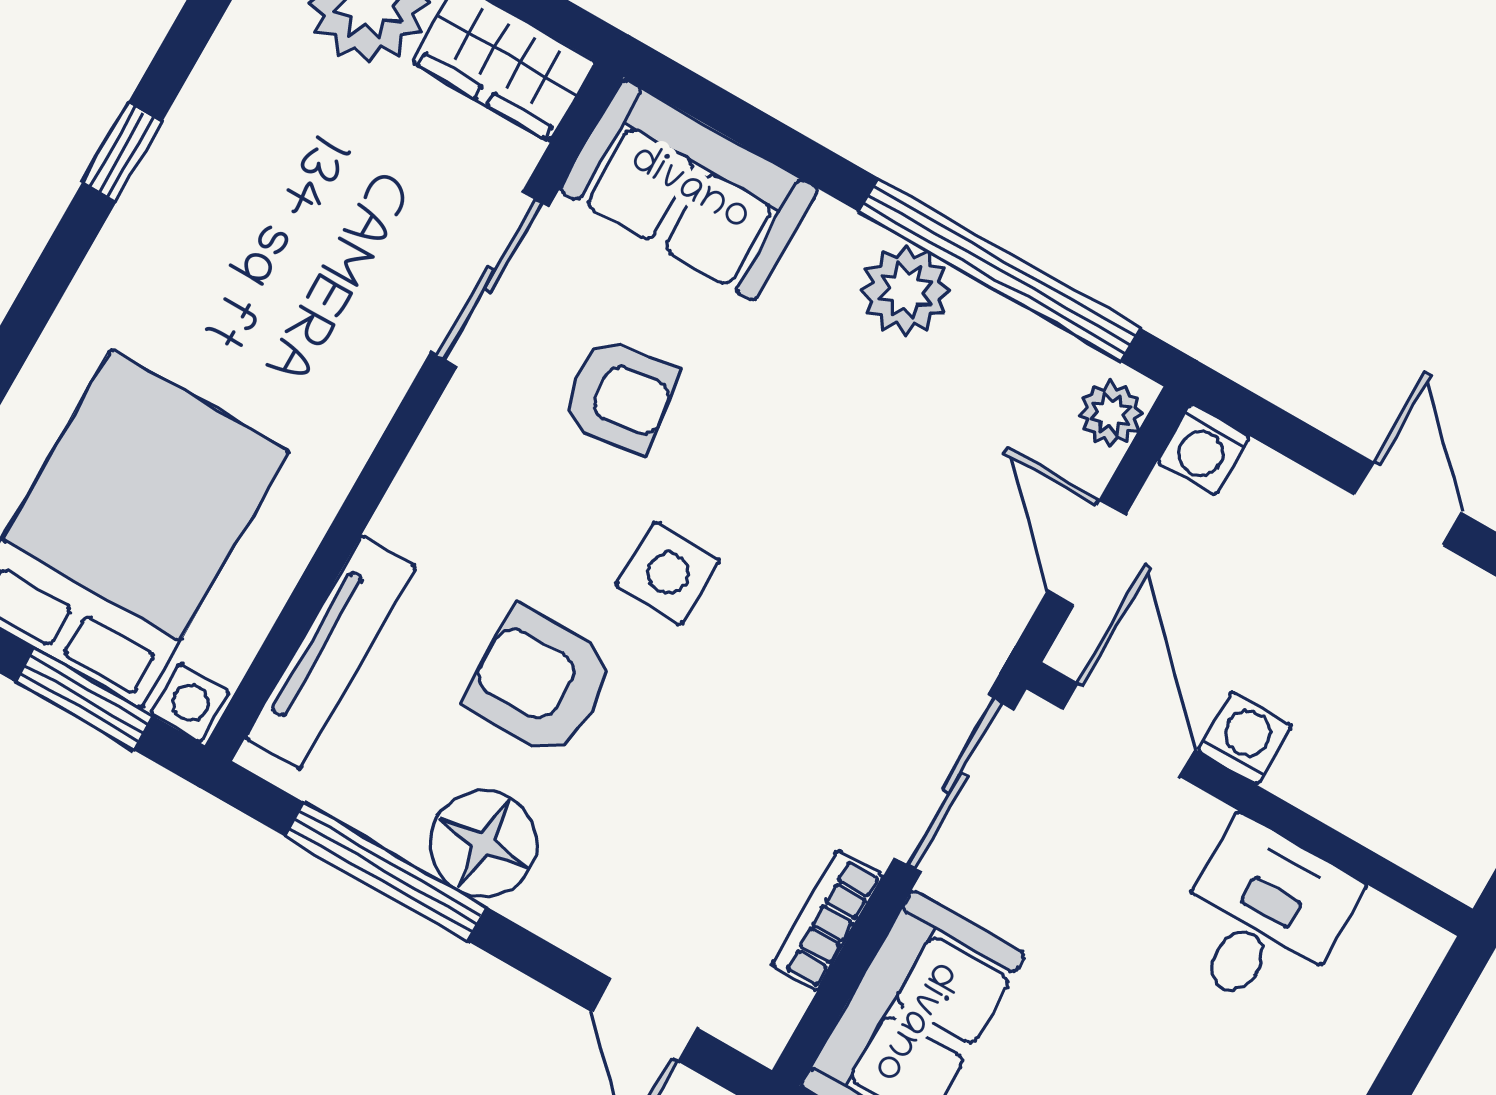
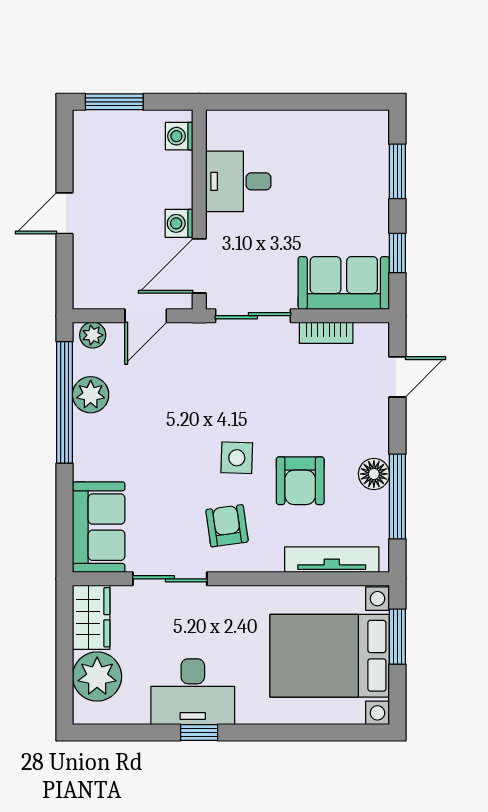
desk: (218, 189) -> (193, 692), added
plant: (905, 291) -> (91, 395), moved
armchair: (620, 395) -> (227, 526), moved
washing machine: (1204, 449) -> (179, 136), moved, turned 180
floor lamp: (483, 844) -> (374, 474), width x0.73, depth x0.73

